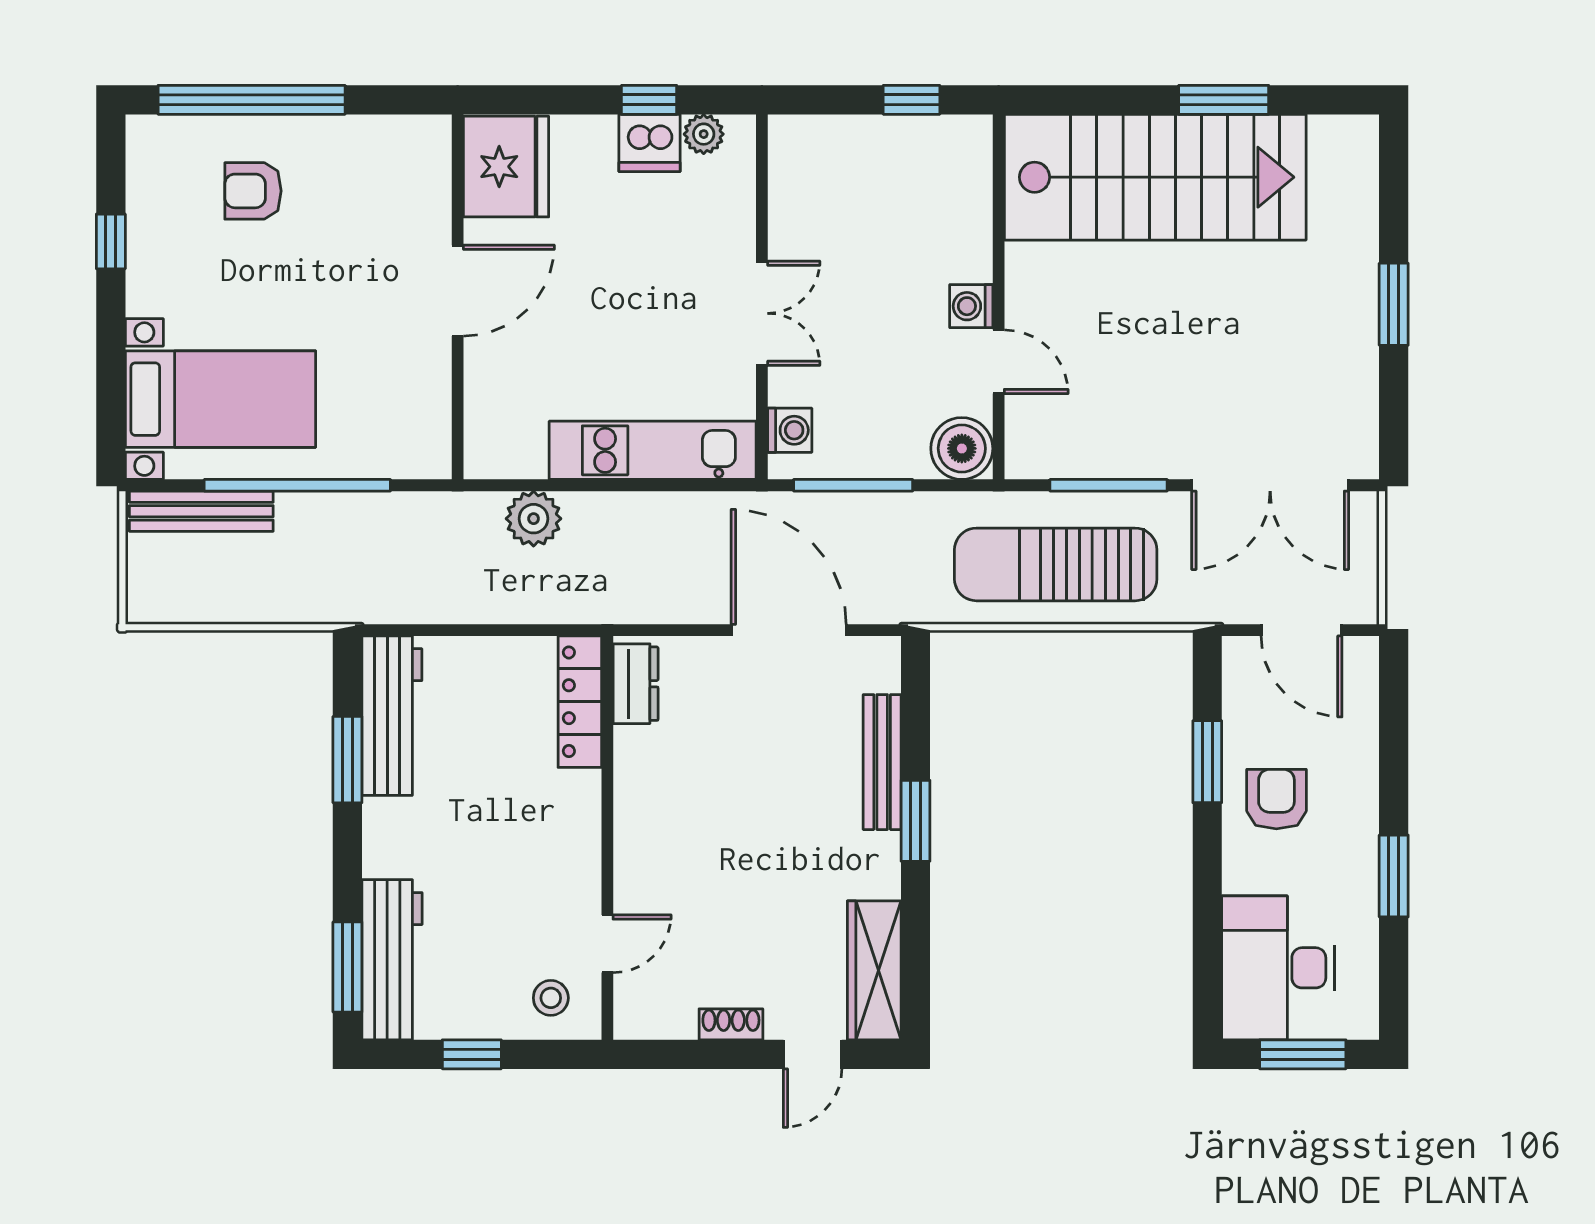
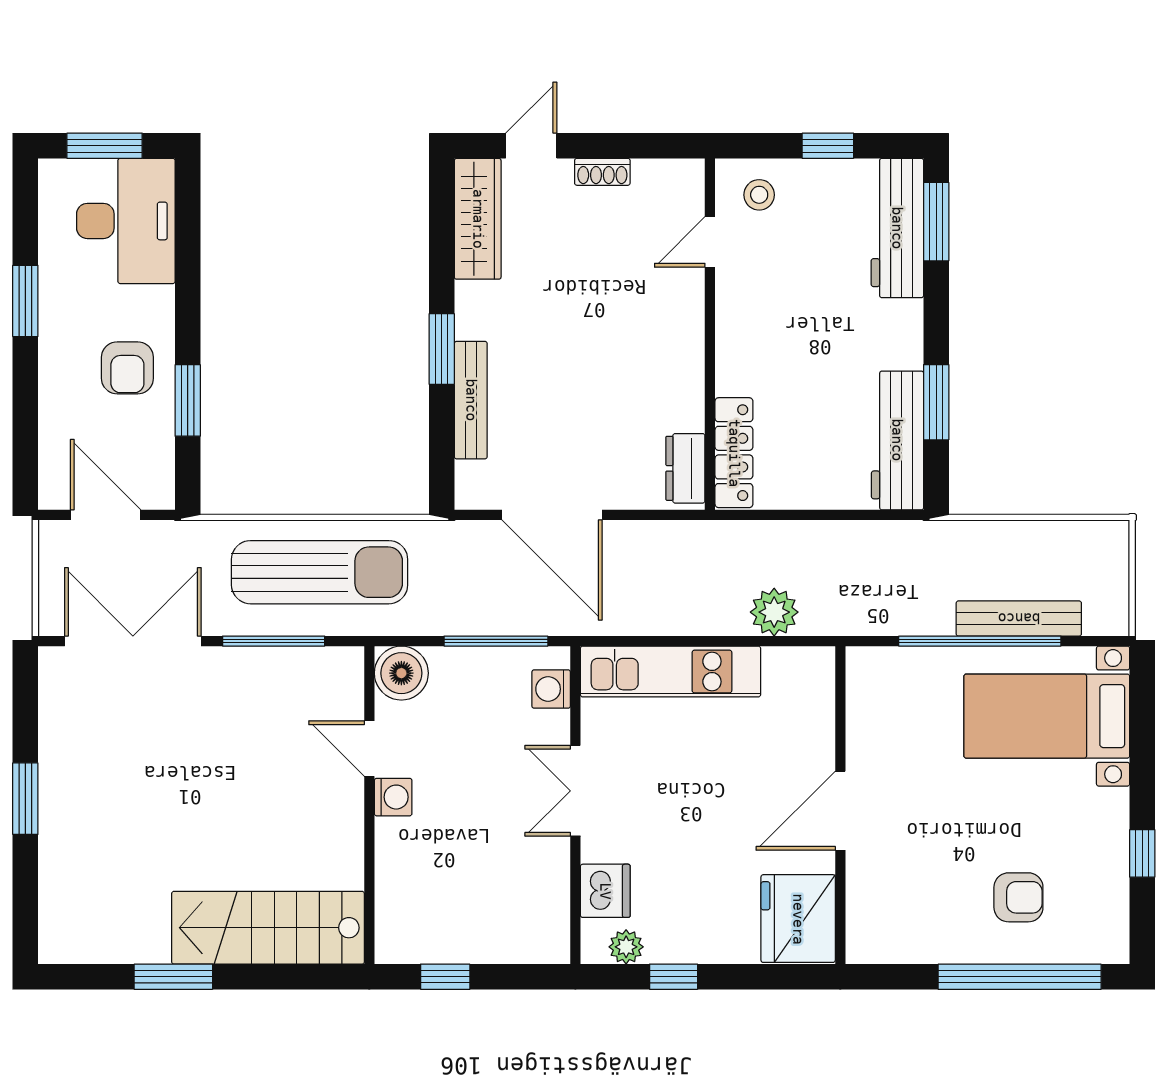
dishwasher: (649, 143) -> (605, 891), moved, turned 90
stairs: (1155, 177) -> (268, 928), width x0.73, depth x0.66
bench: (201, 511) -> (1019, 618), moved

